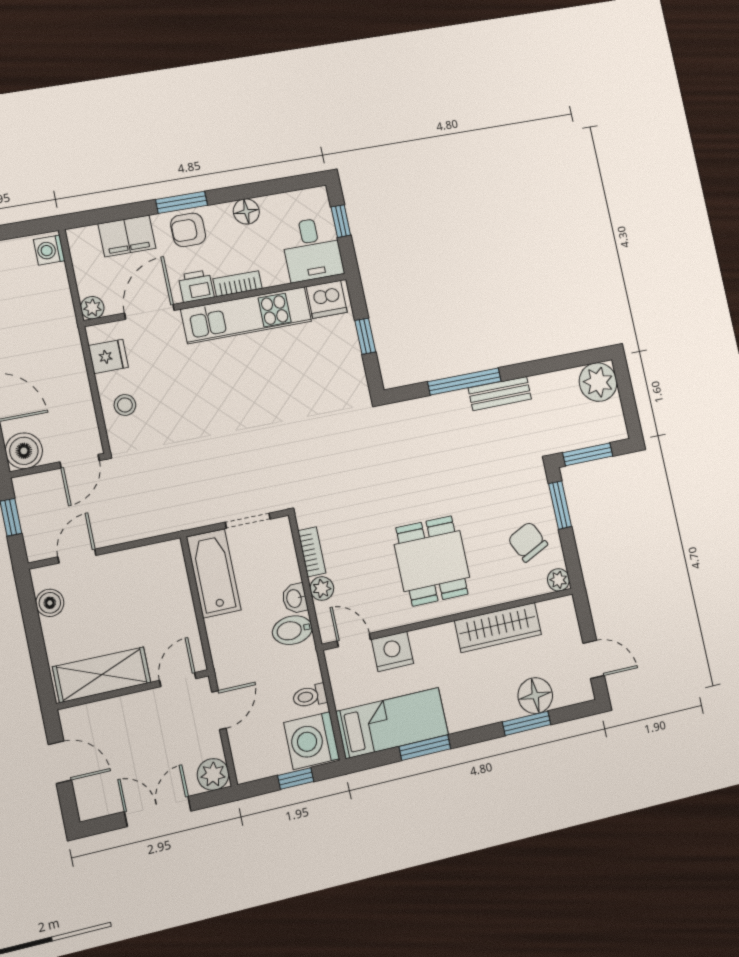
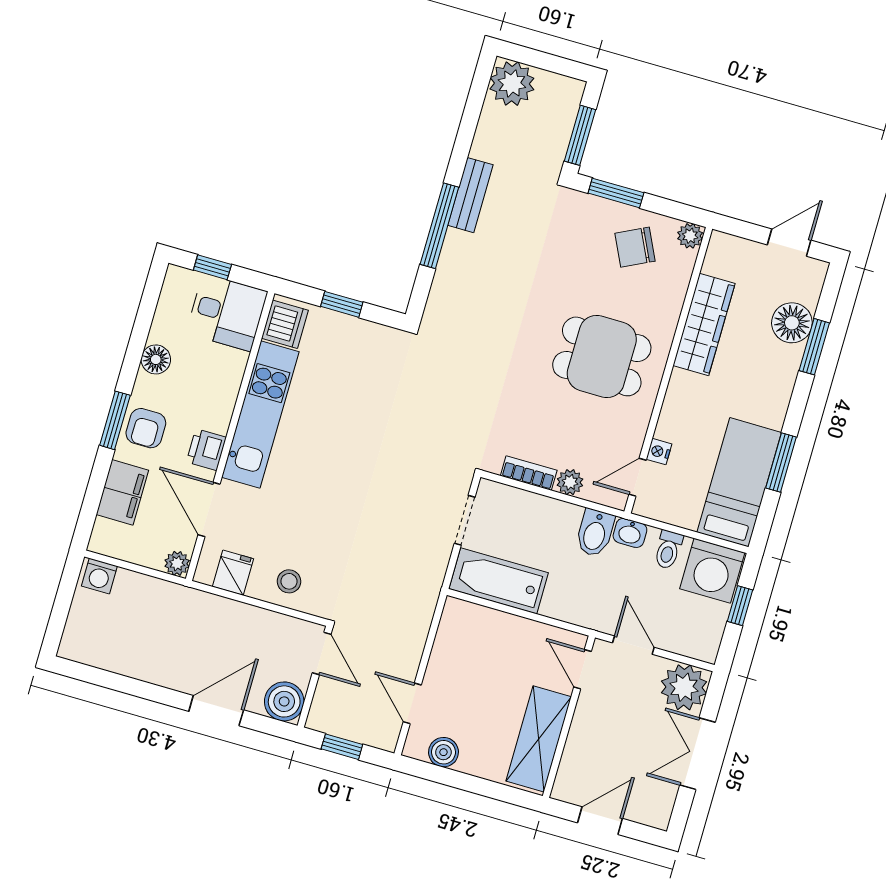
bookcase: (237, 284) -> (224, 407), removed
washbasin: (295, 598) -> (630, 533), moved
nightstand: (392, 651) -> (659, 452), width x0.53, depth x0.56
plant: (213, 774) -> (684, 687), width x1.36, depth x1.36

